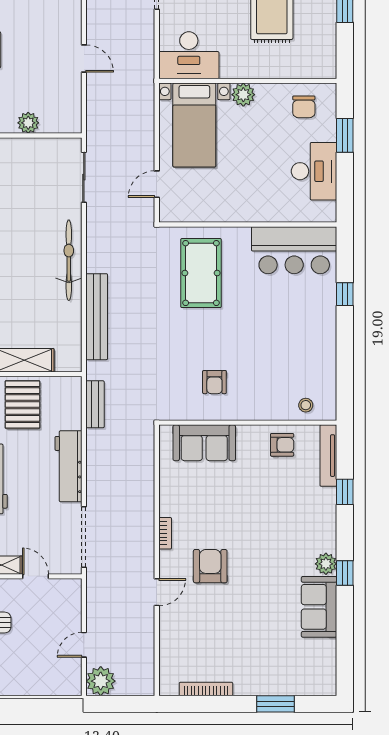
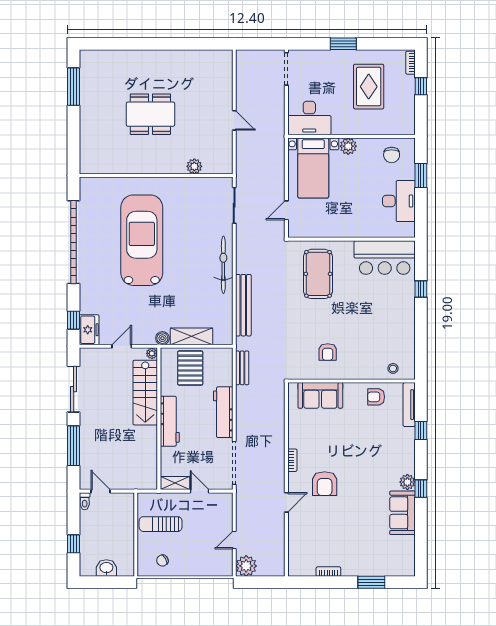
armchair: (282, 445) -> (376, 397), turned 180
armchair: (210, 566) -> (325, 484), turned 180
bookcase: (206, 689) -> (328, 572), width x0.64

